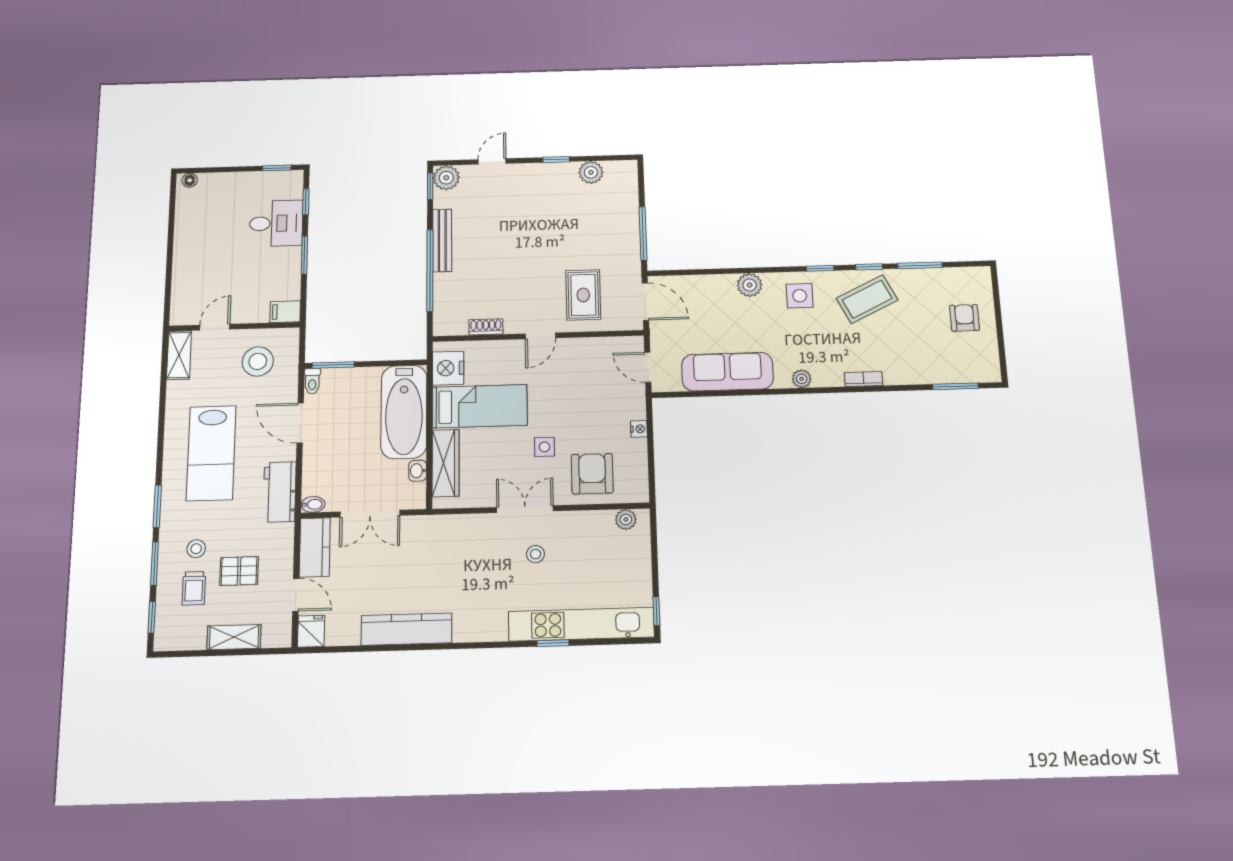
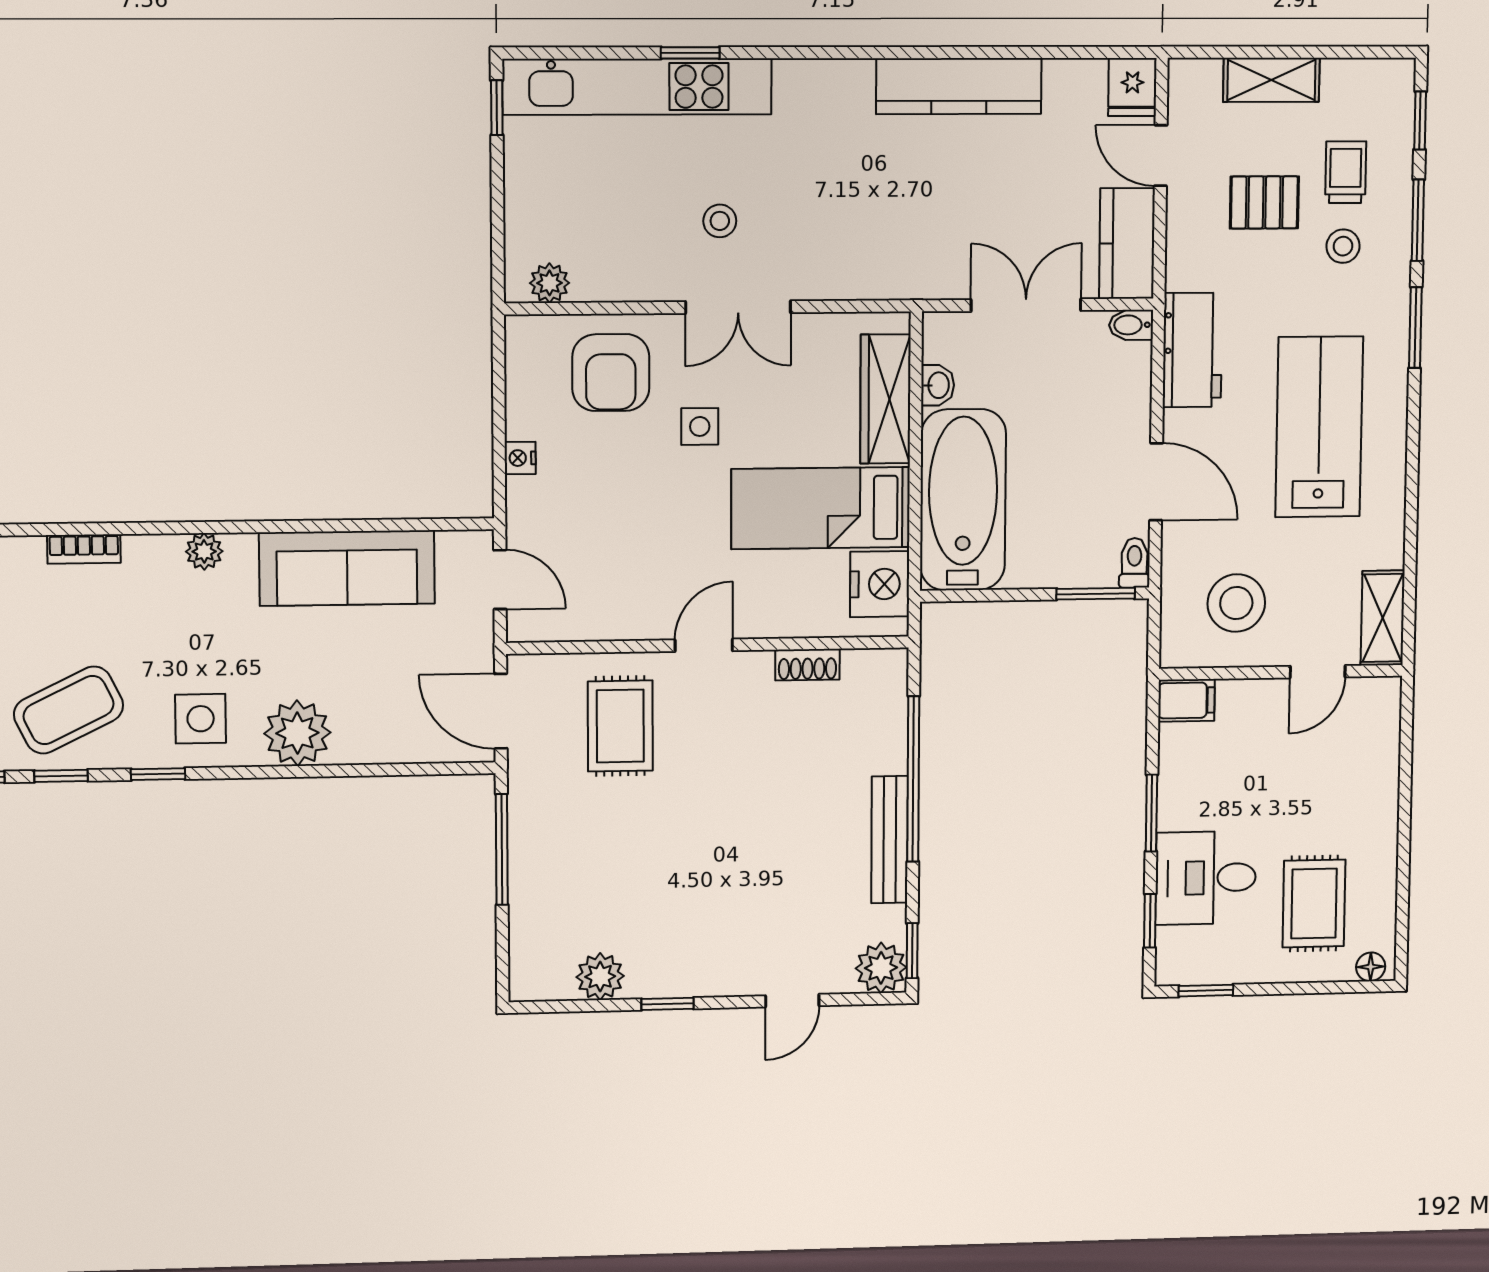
rug: (219, 211) -> (1314, 903), added
plant: (750, 285) -> (297, 733), width x1.36, depth x1.36

